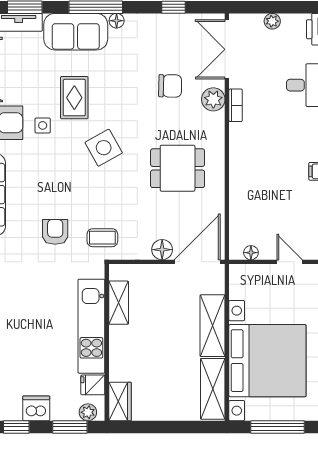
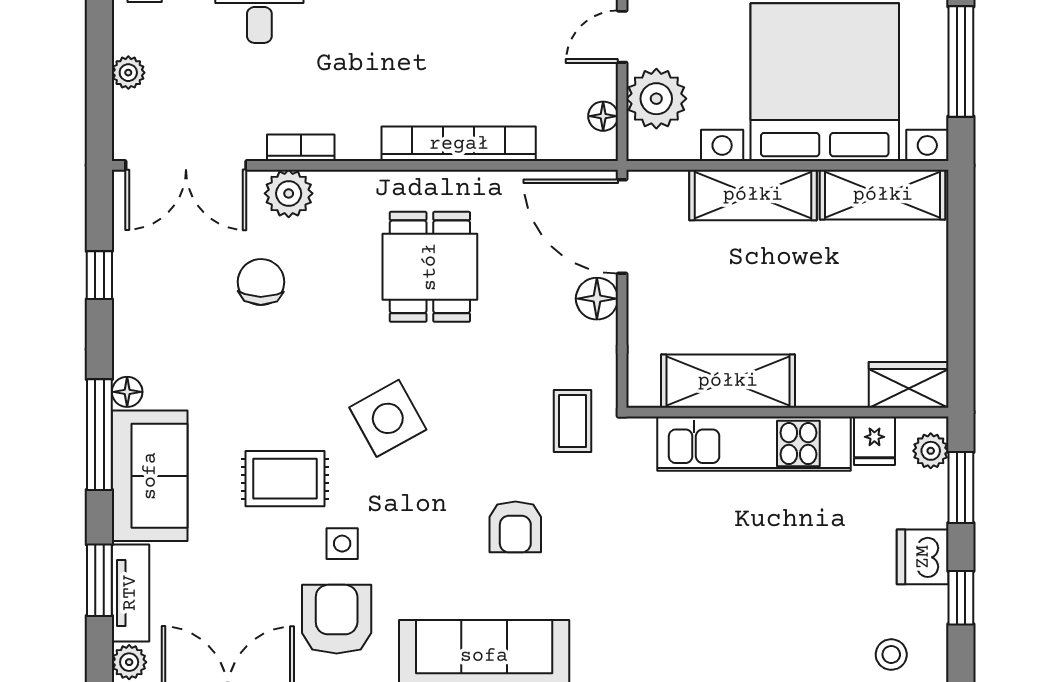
bookcase: (238, 182) -> (459, 144), added
armchair: (55, 232) -> (515, 527), moved, turned -90
plant: (259, 279) -> (656, 99), added
shelving: (119, 303) -> (728, 381), width x1.50, depth x1.33

